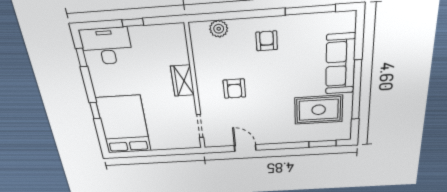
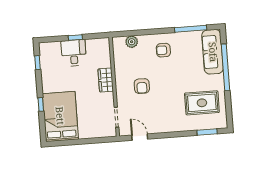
armchair: (267, 41) -> (163, 50), turned -90
desk: (106, 46) -> (74, 53), moved, width x0.73
sofa: (340, 64) -> (213, 52), moved
window: (357, 90) -> (226, 67), moved
door: (245, 148) -> (140, 137), moved

